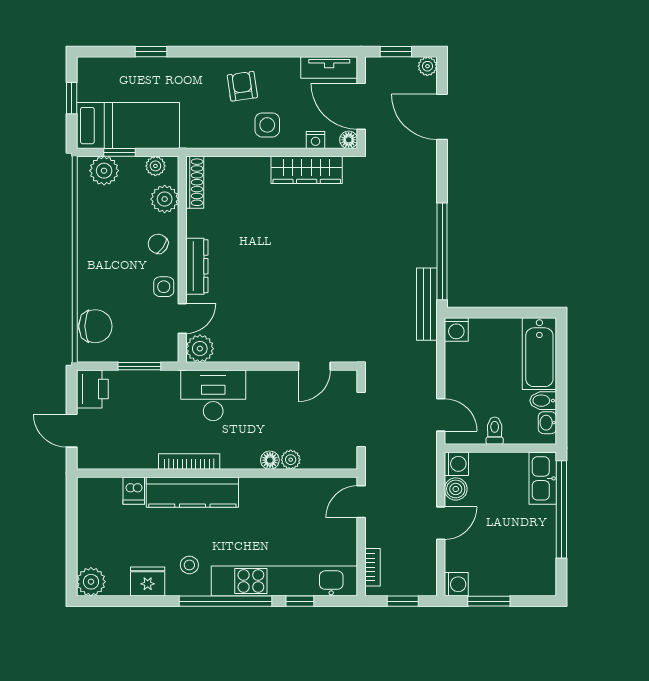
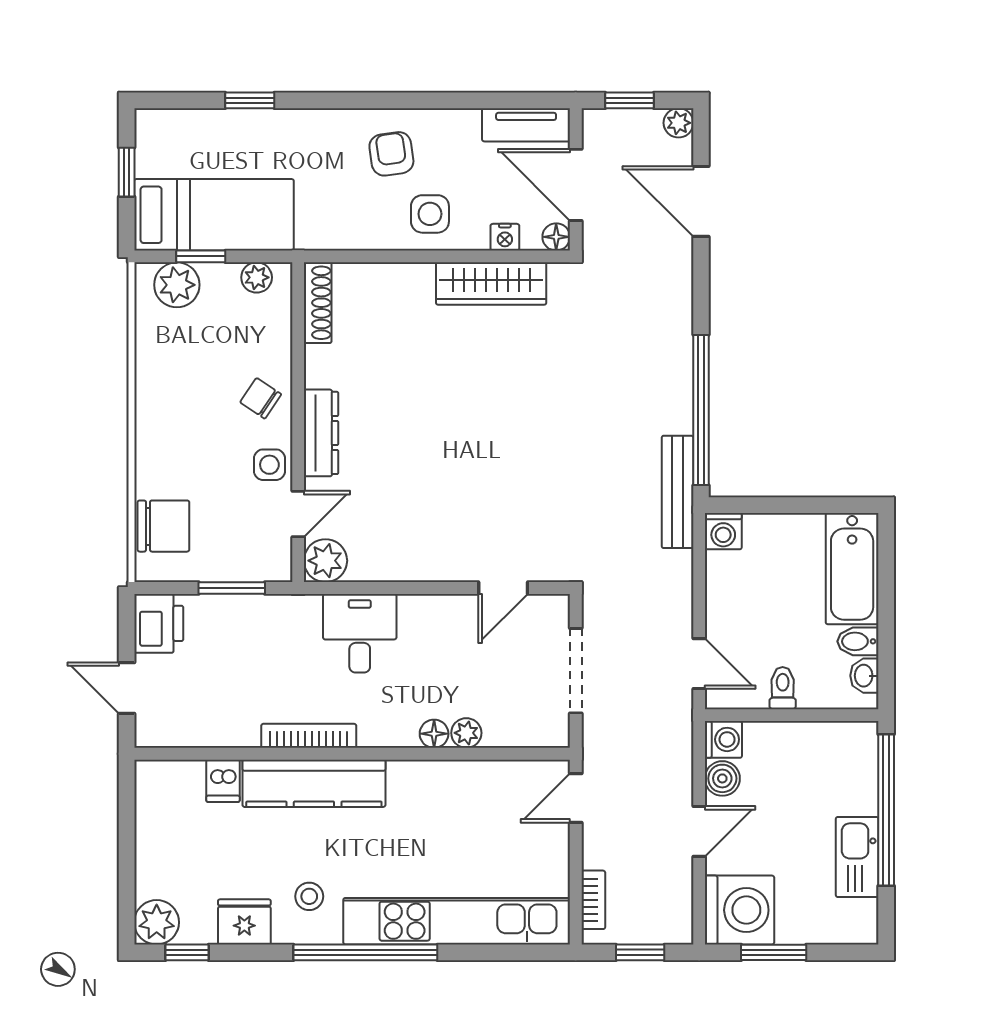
plant: (165, 199) -> (271, 329), removed
desk: (213, 395) -> (360, 633), width x0.73
kitchen sink: (543, 478) -> (857, 857), moved
washing machine: (456, 584) -> (739, 910), width x1.89, depth x1.89
window: (300, 601) -> (187, 952), moved

